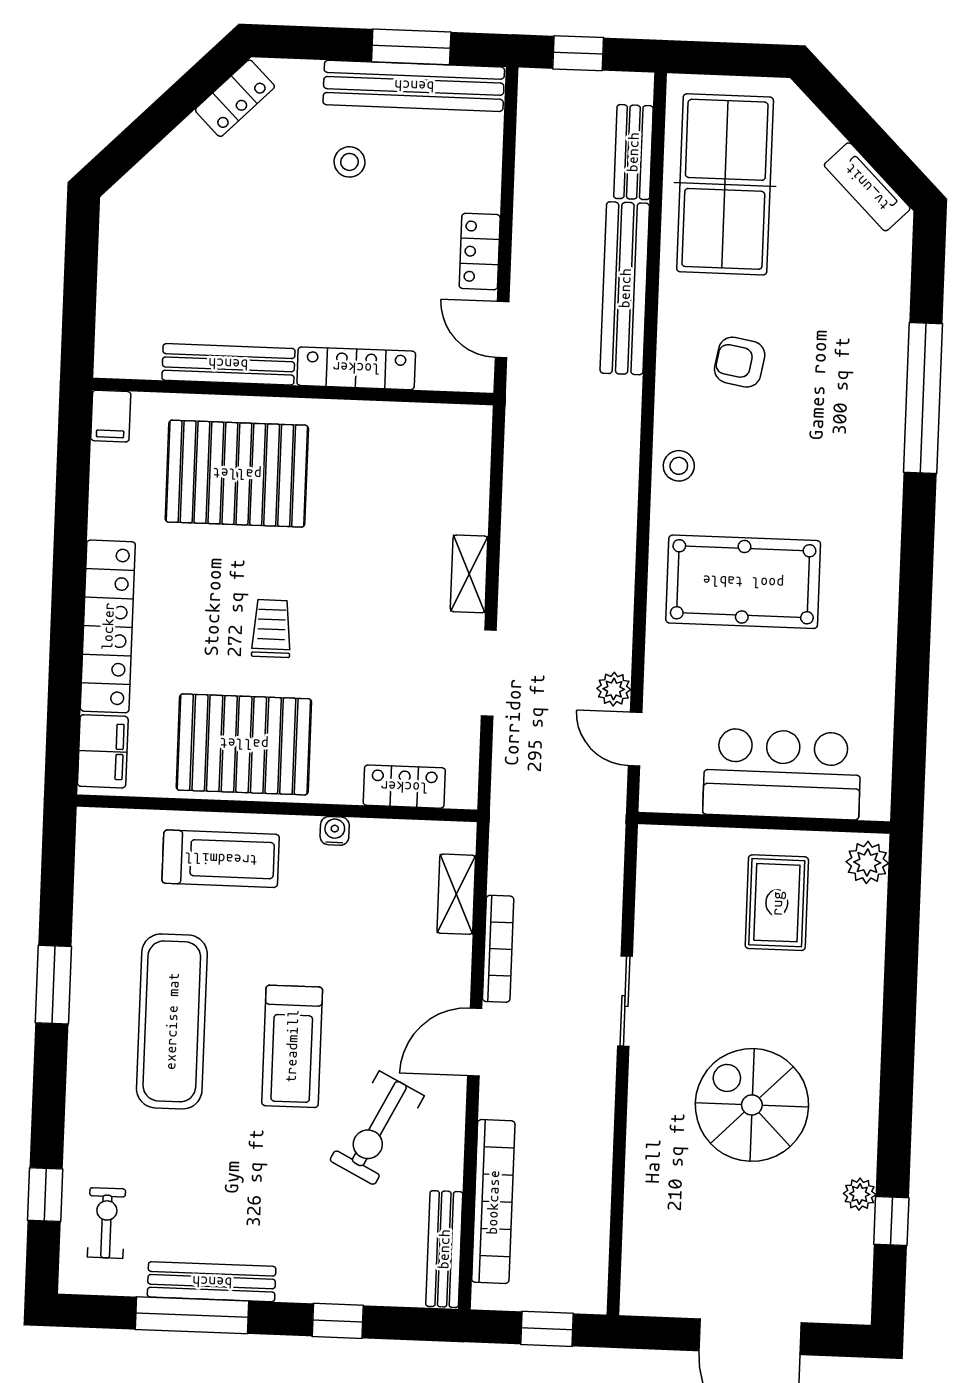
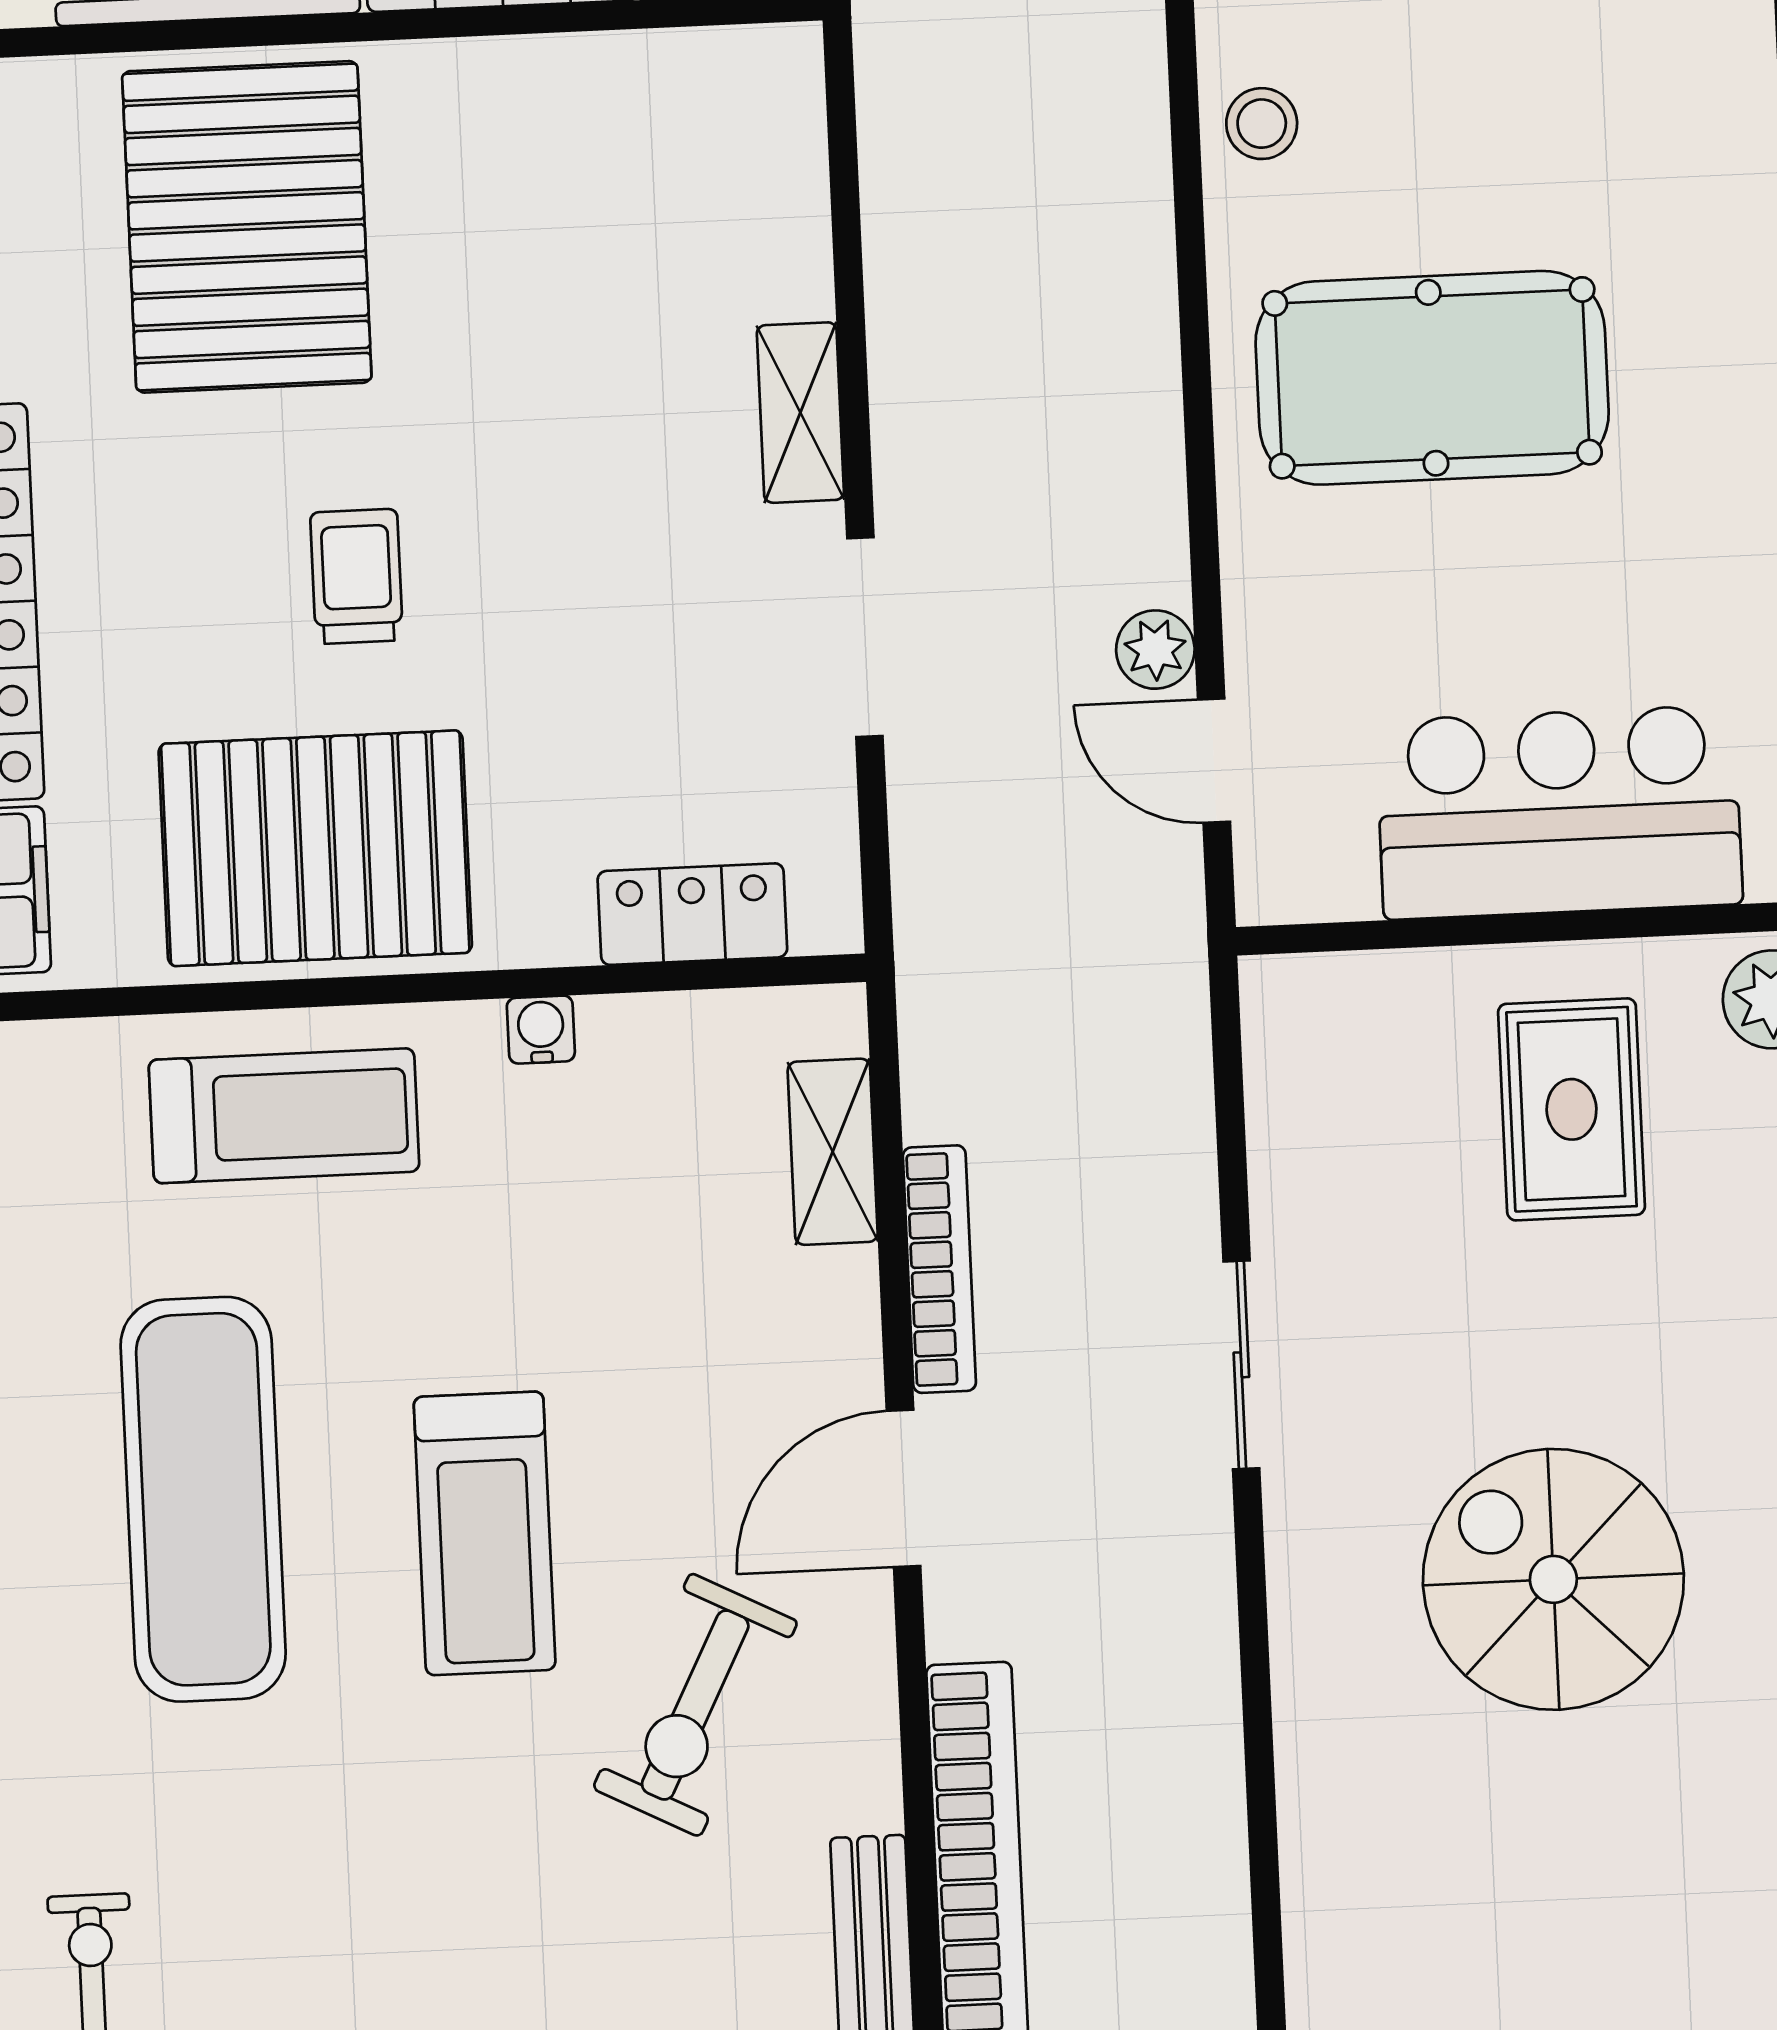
pallet: (237, 474) -> (247, 227), turned 90

